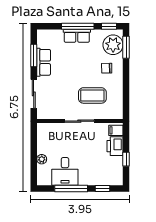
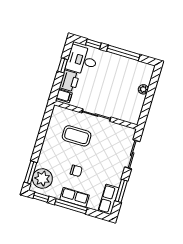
row of seats: (44, 62) -> (108, 199), moved
chair: (107, 68) -> (76, 171), moved
desk: (65, 171) -> (82, 60), moved, turned -90

